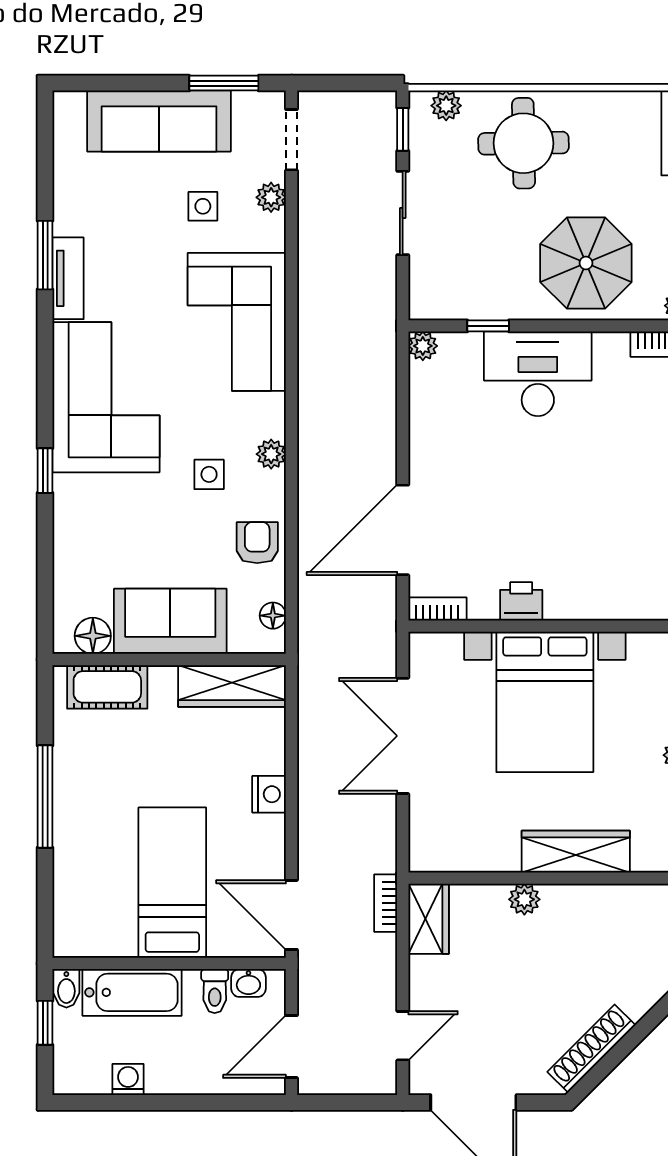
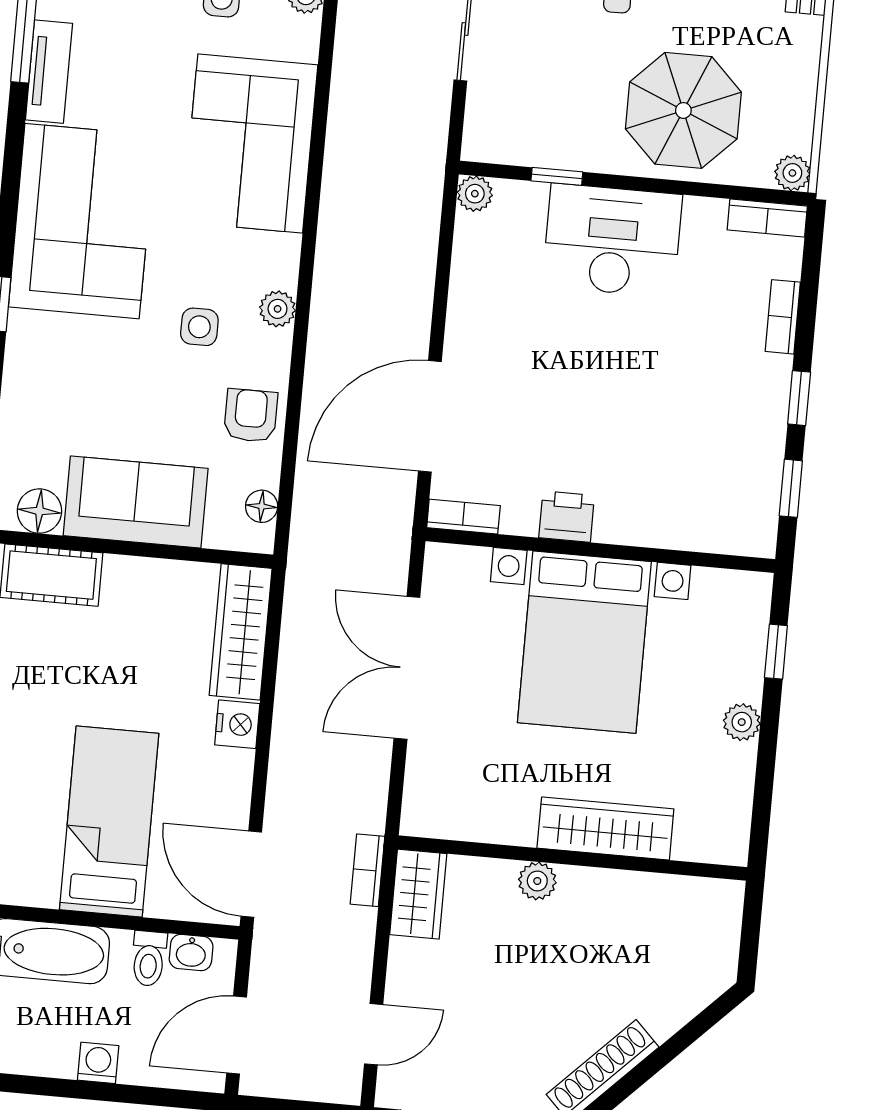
wardrobe: (232, 686) -> (241, 632), moved, turned 90
washing machine: (128, 1079) -> (98, 1063), moved

